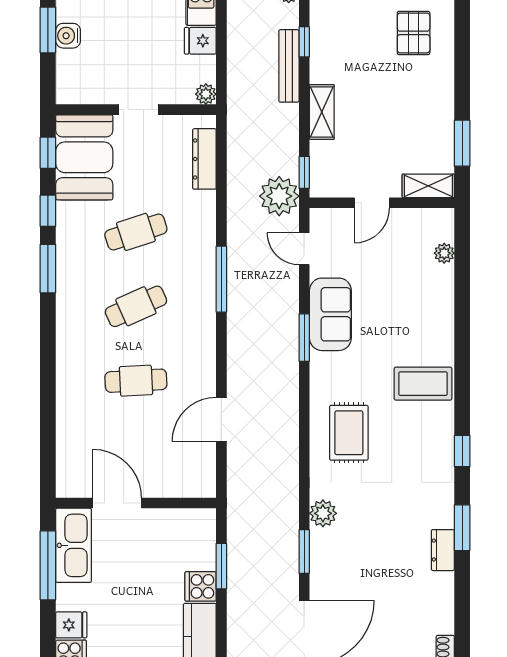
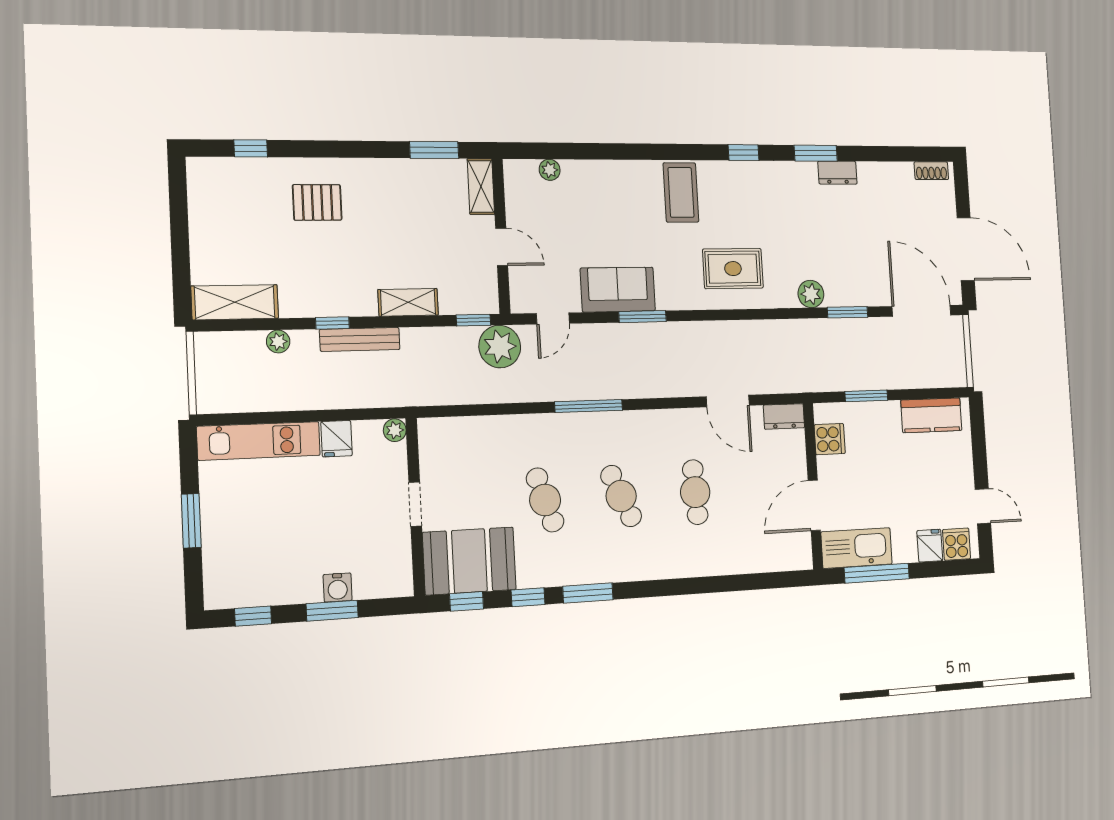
dresser: (204, 159) -> (784, 416), moved, width x0.70
cooker: (201, 586) -> (830, 439), moved, turned -90

